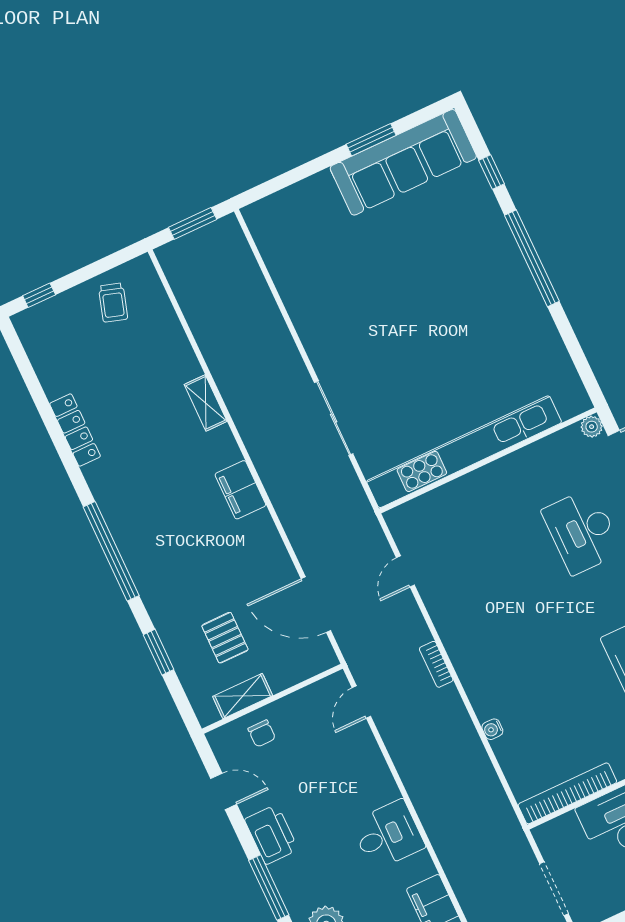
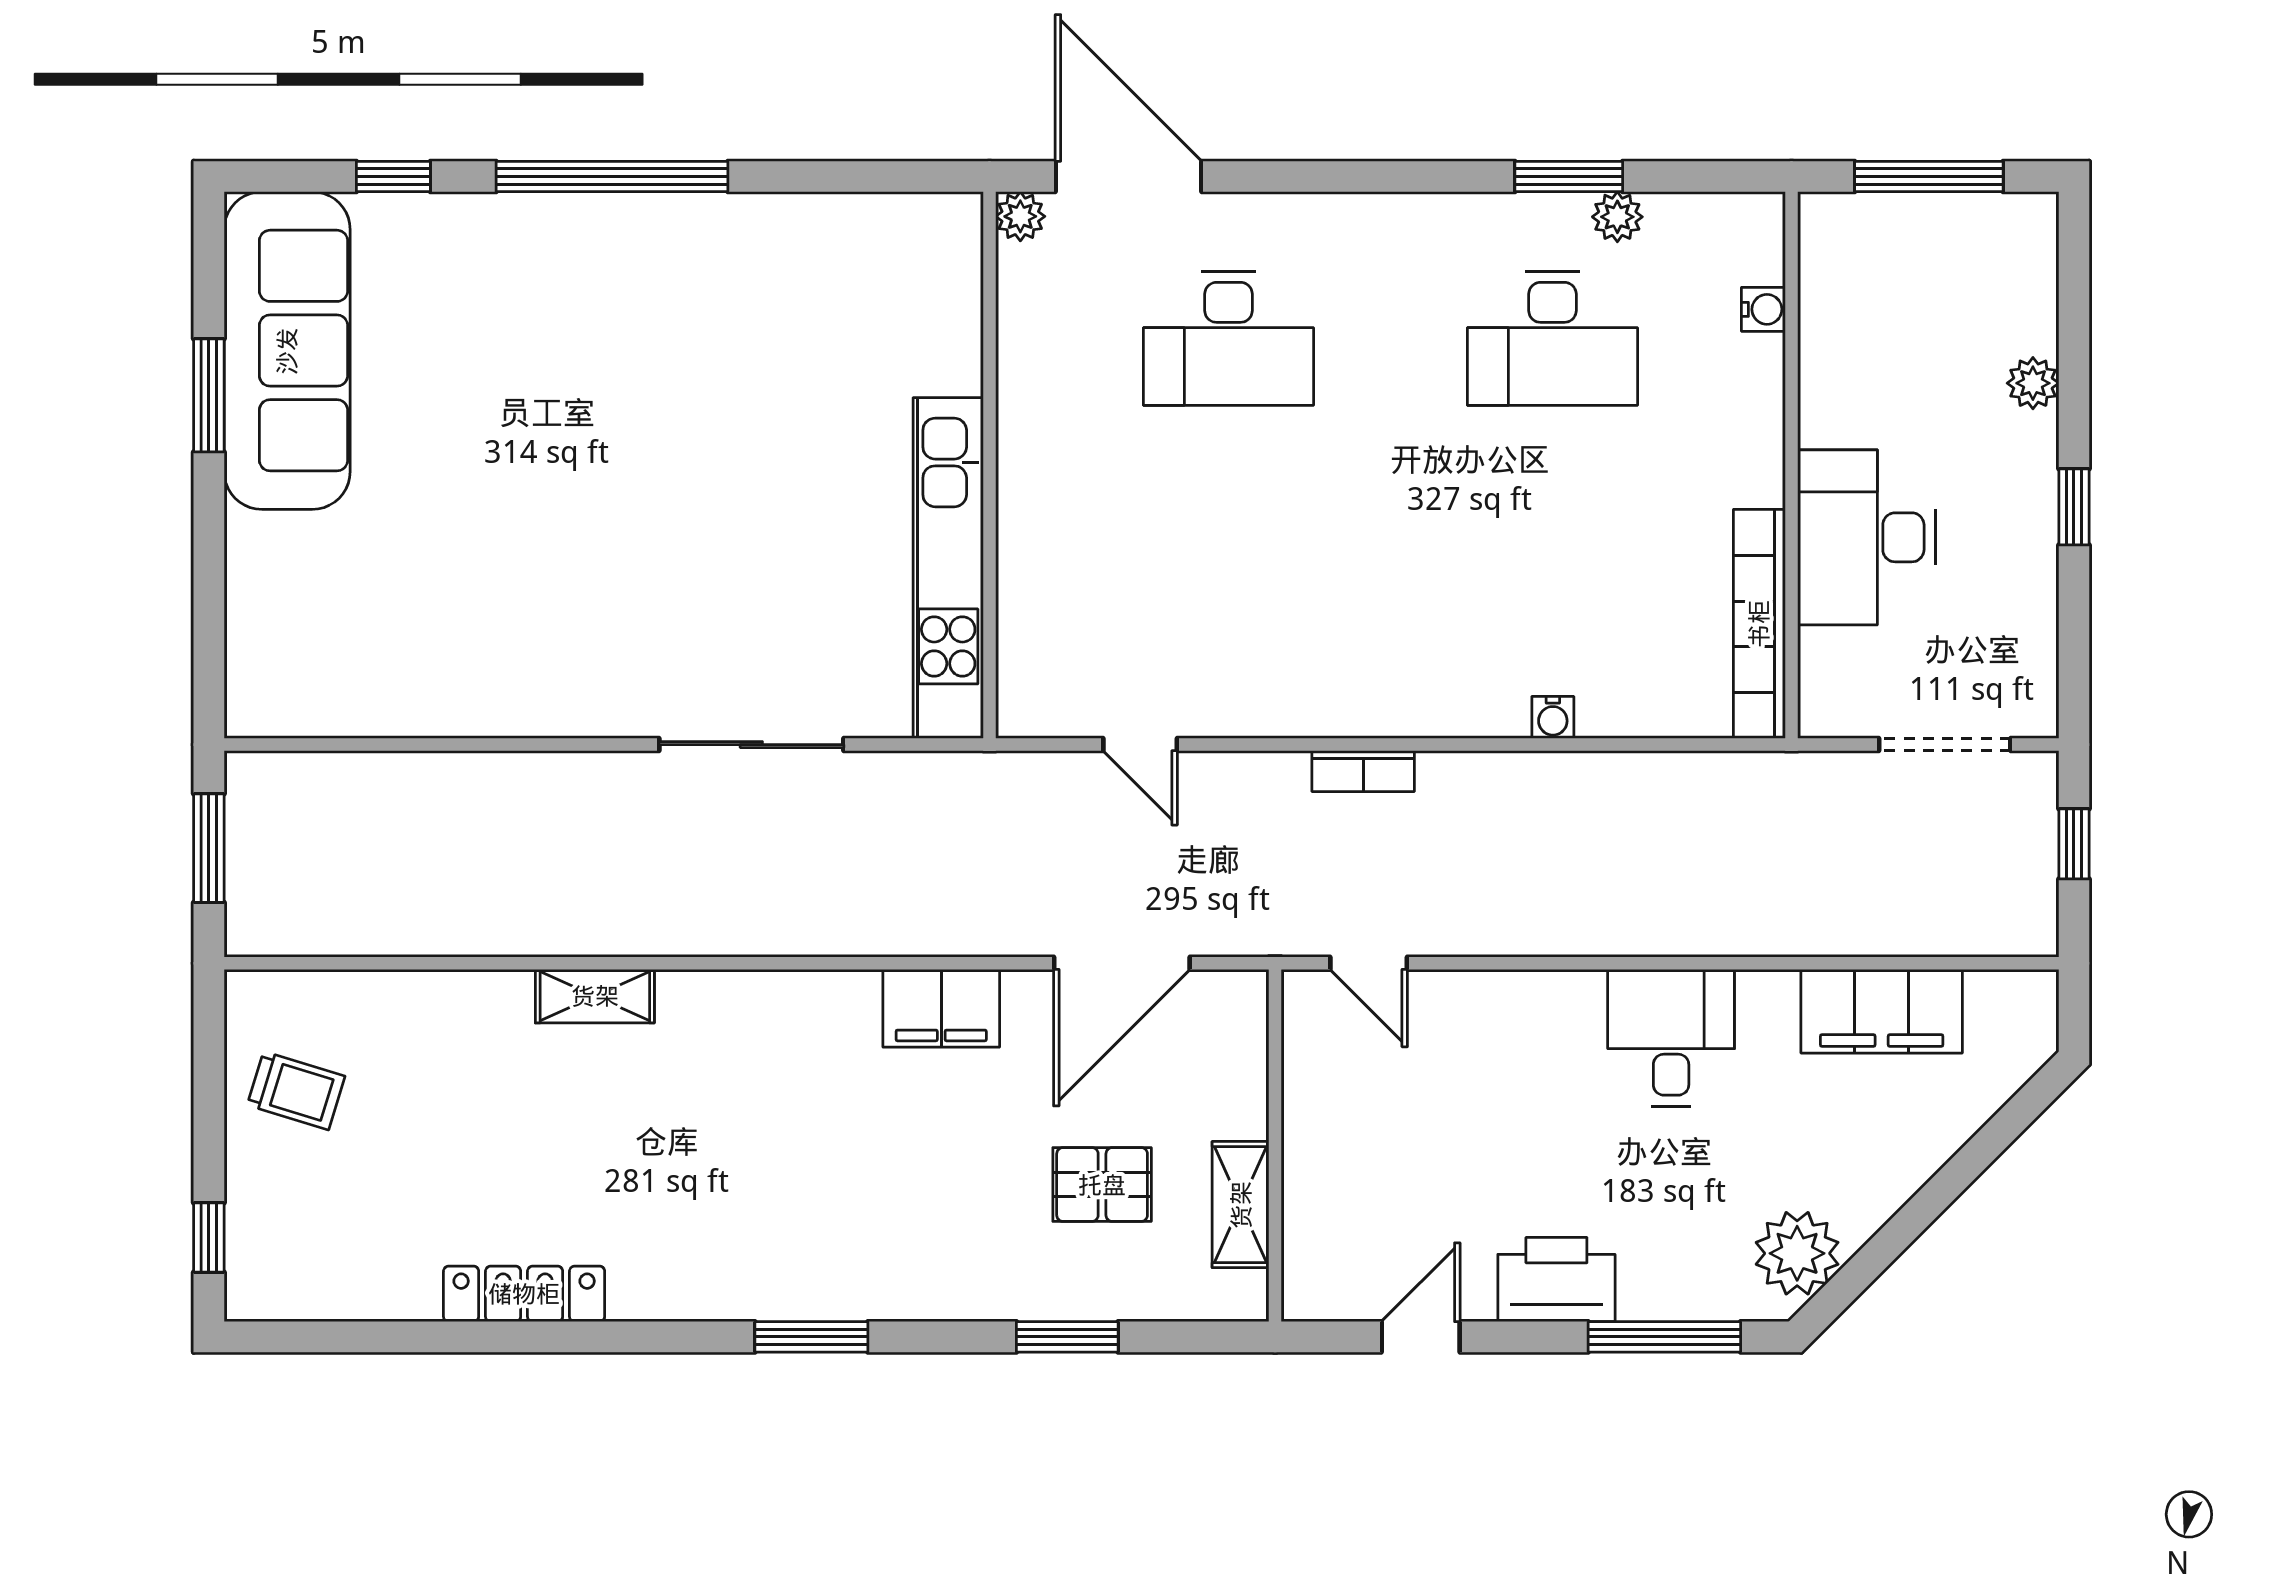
kitchen unit: (464, 452) -> (948, 568), width x0.73
filing cabinet: (240, 490) -> (941, 1008), moved
window: (111, 551) -> (811, 1337), width x0.47
chair: (262, 733) -> (1337, 1201), removed

